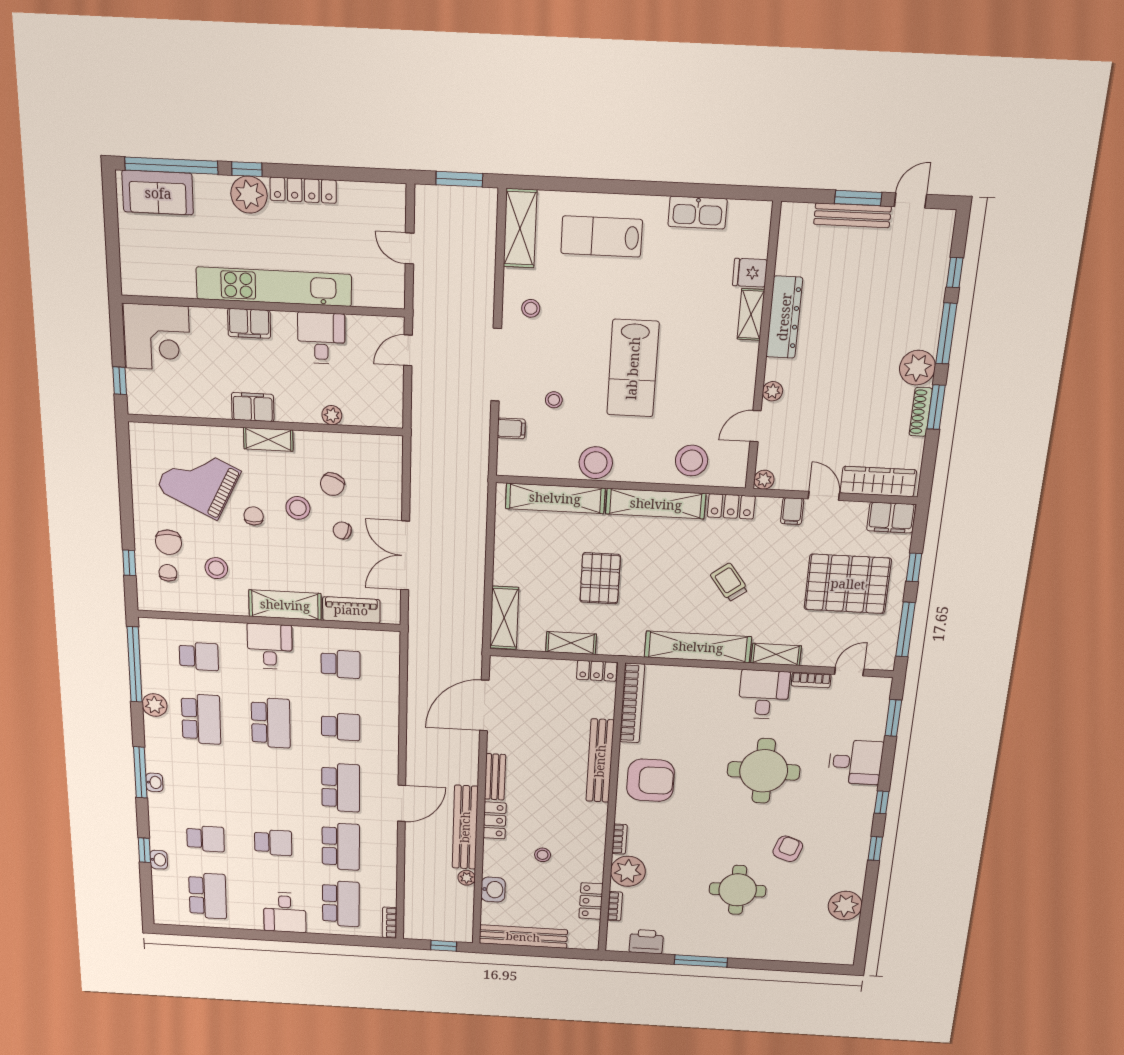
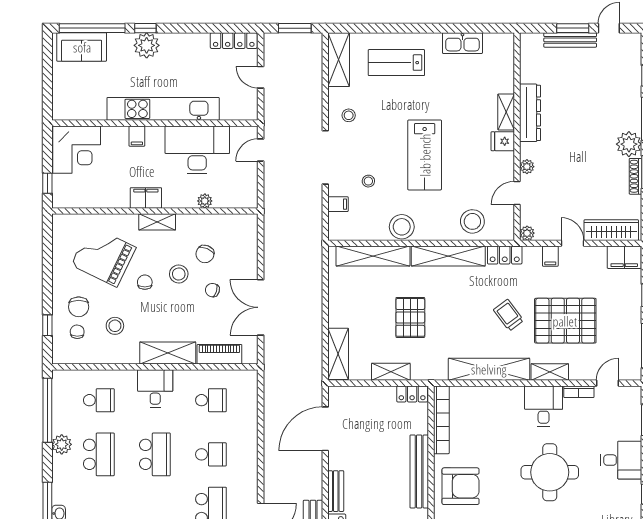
locker: (303, 190) -> (234, 41), moved
fridge: (750, 273) -> (503, 141), moved
filing cabinet: (249, 323) -> (137, 136), width x0.50
desk: (321, 338) -> (197, 150), width x1.87, depth x1.30
pallet: (848, 584) -> (565, 321), moved

